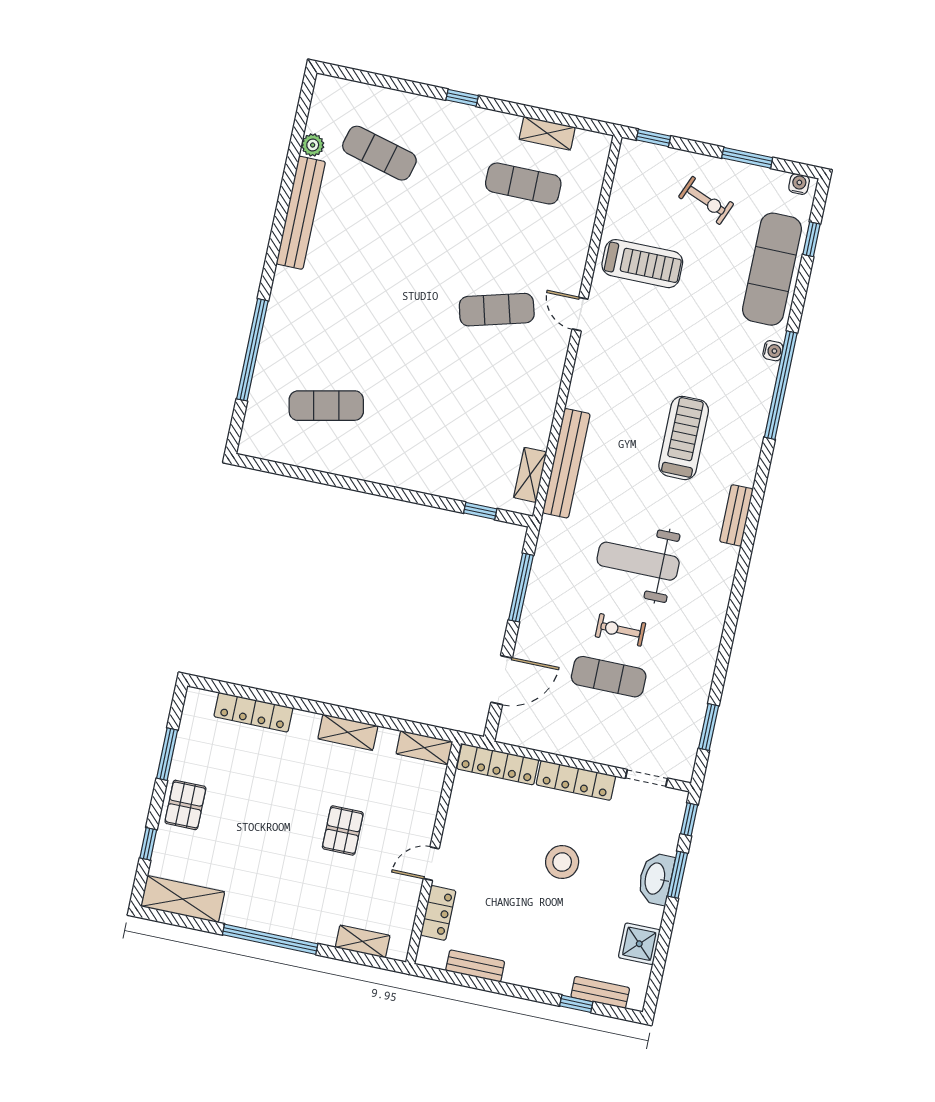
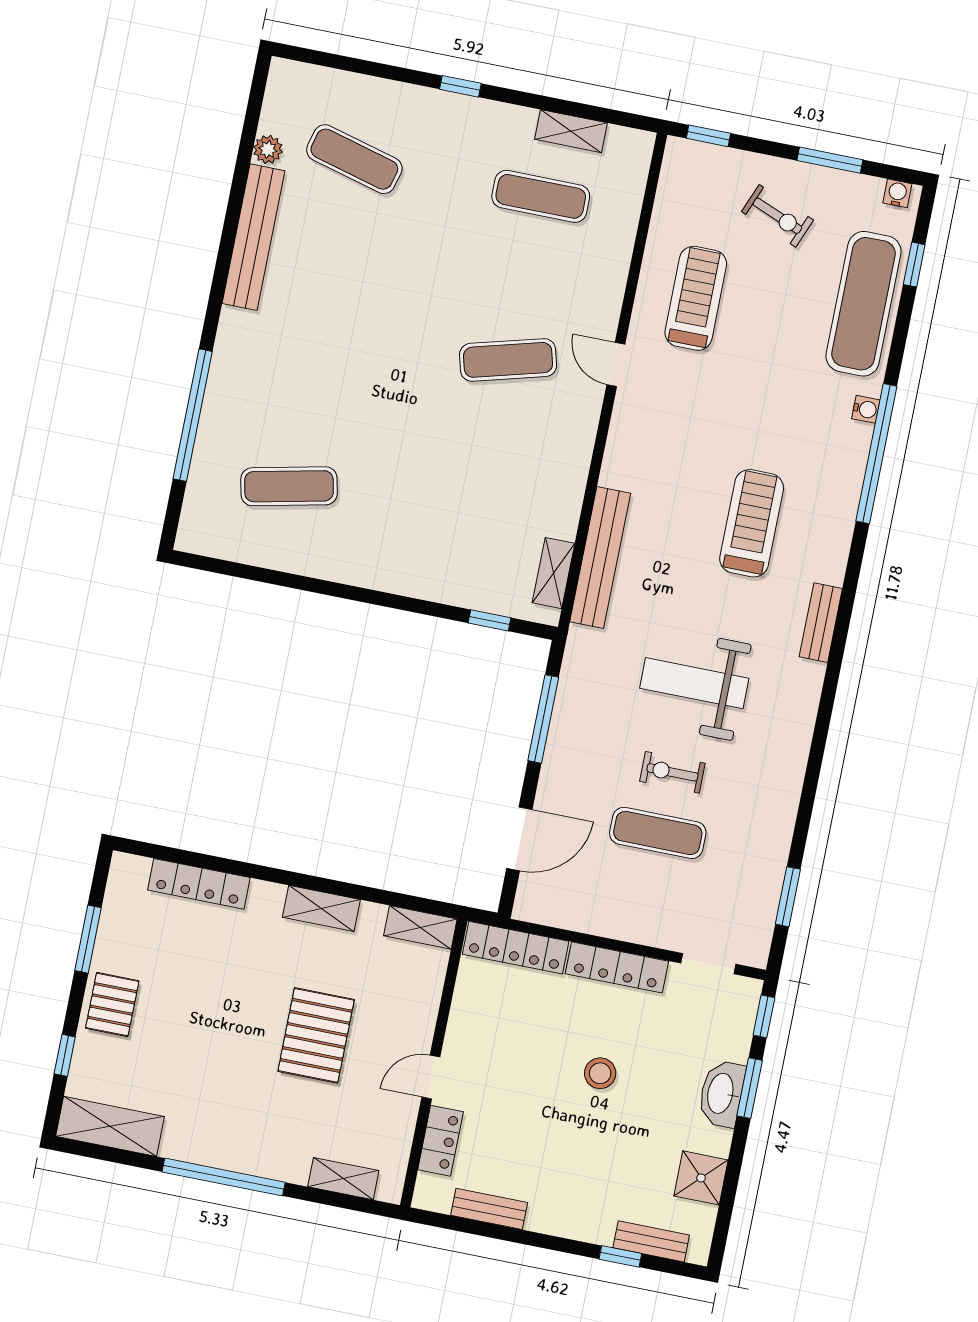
treadmill: (642, 264) -> (696, 298), turned -90
pallet: (343, 830) -> (316, 1035), width x1.50, depth x1.42
stool: (562, 862) -> (600, 1073), width x0.73, depth x0.73

